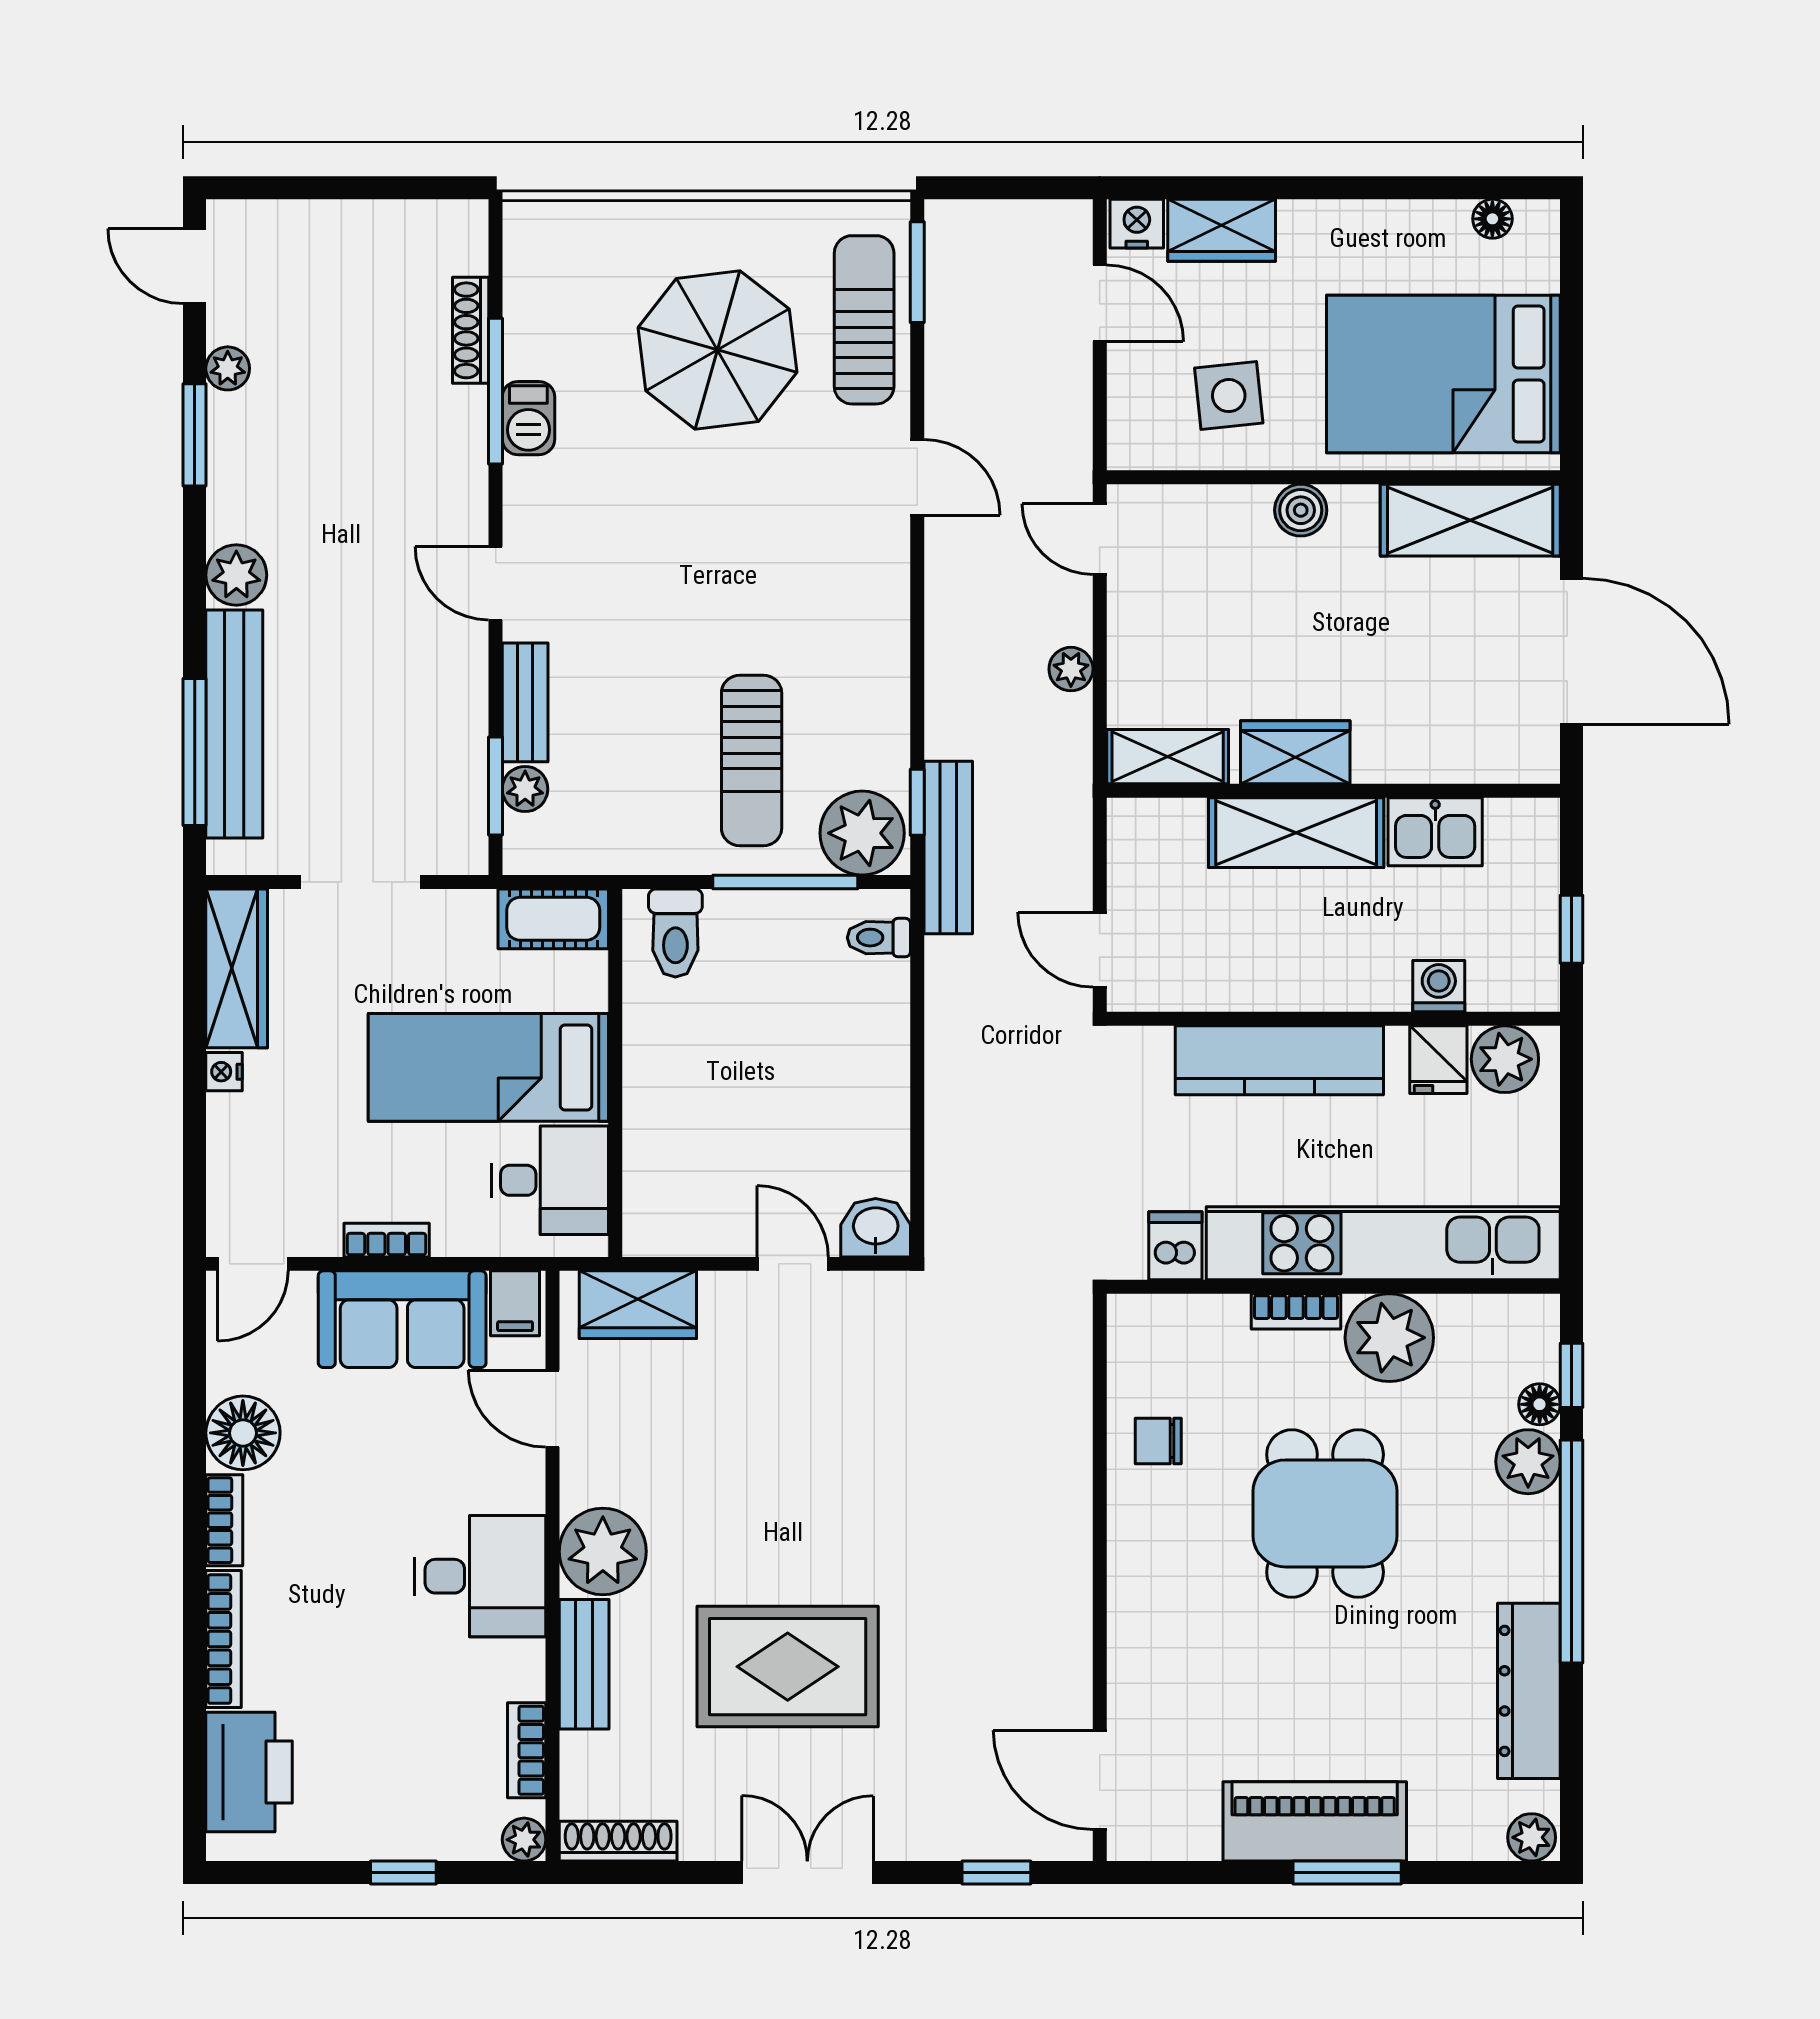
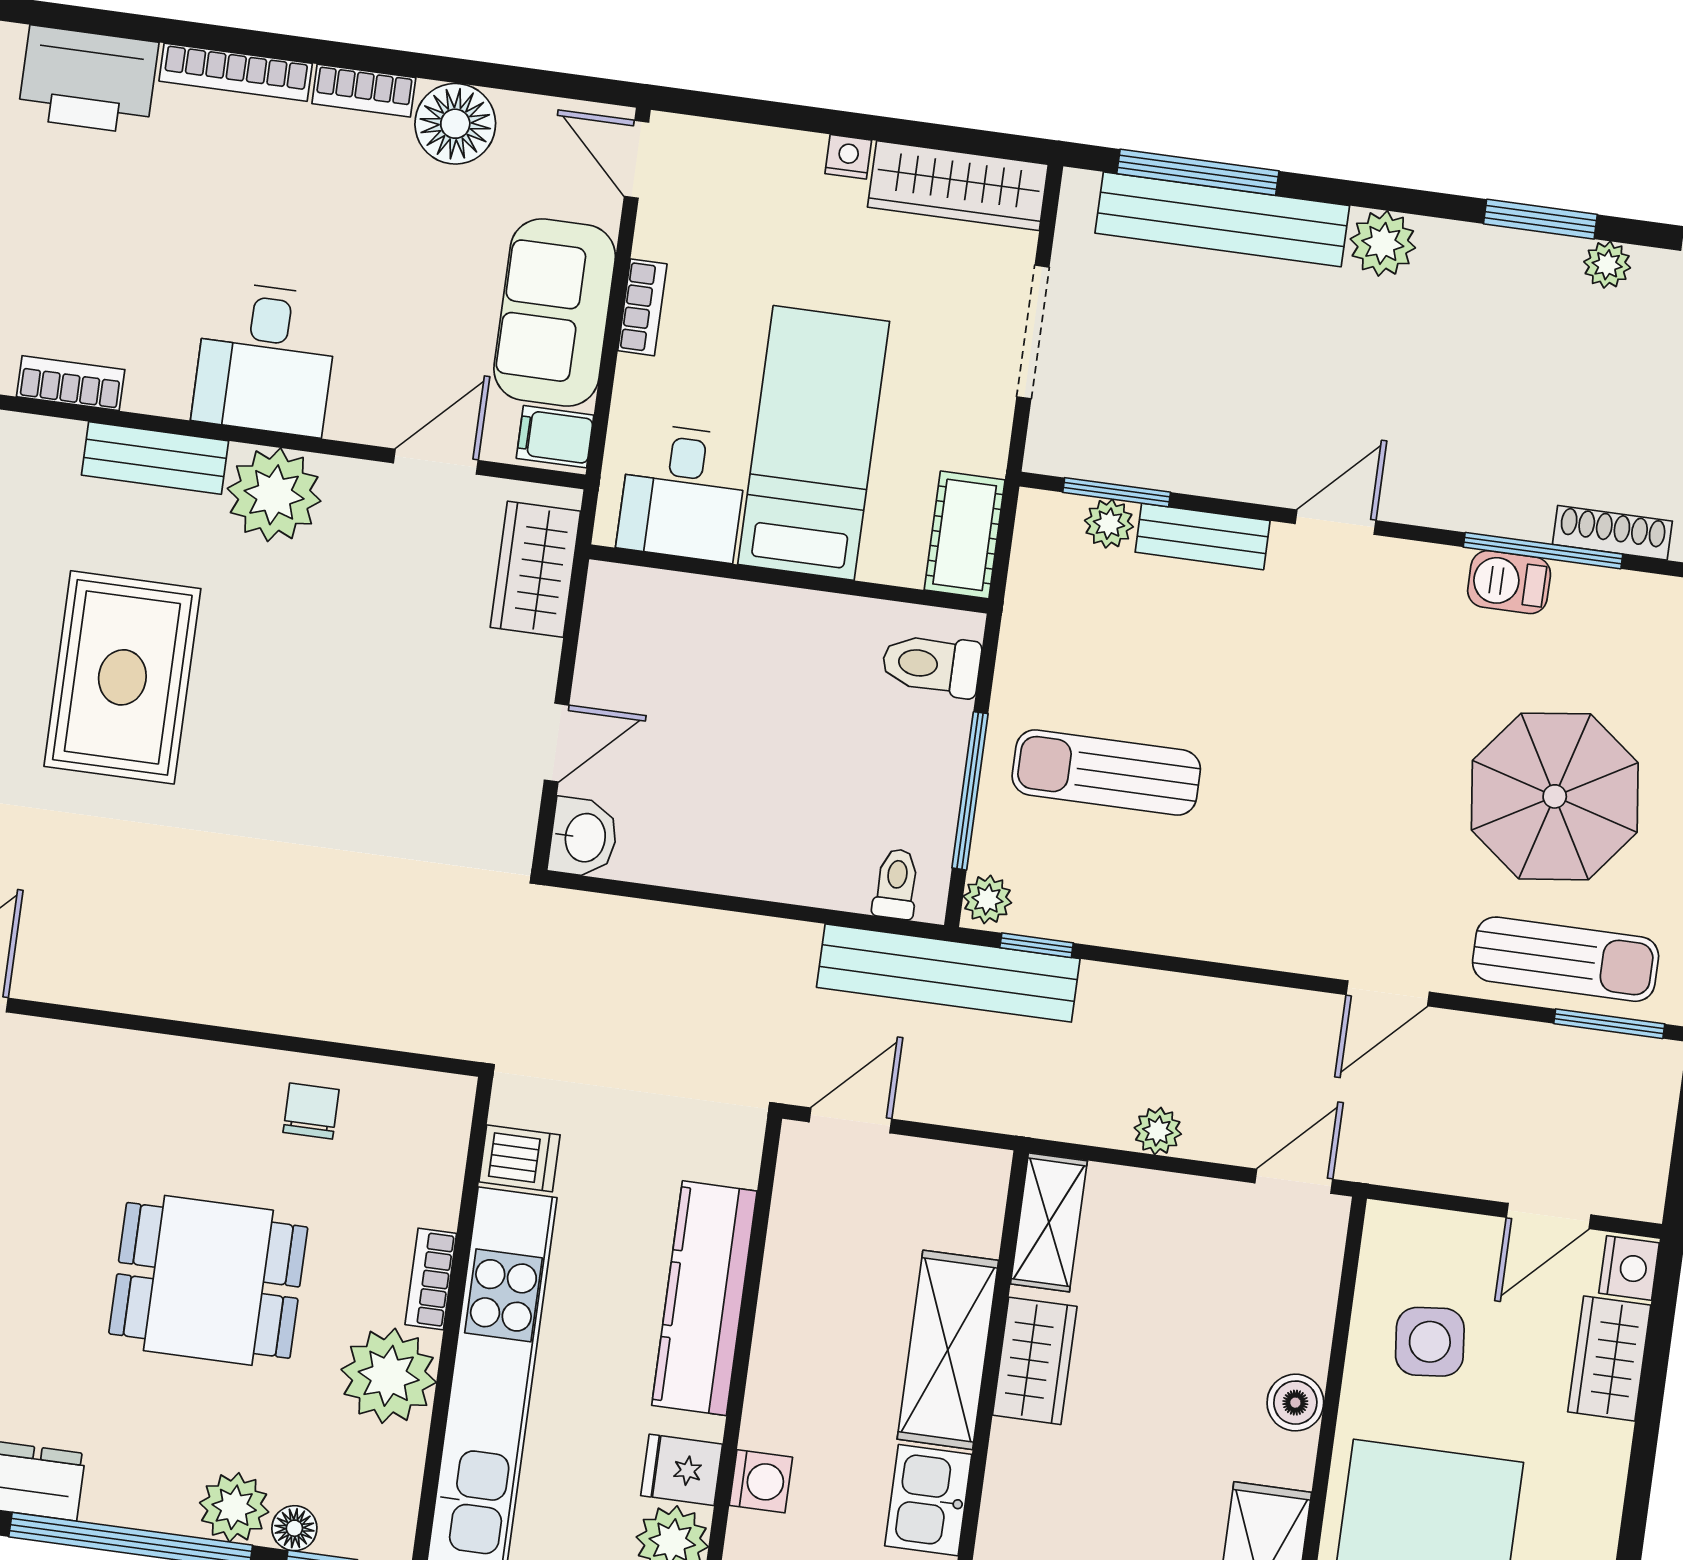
plant: (862, 833) -> (987, 899), width x0.53, depth x0.53
bench: (948, 847) -> (948, 973), width x1.37, depth x1.21

